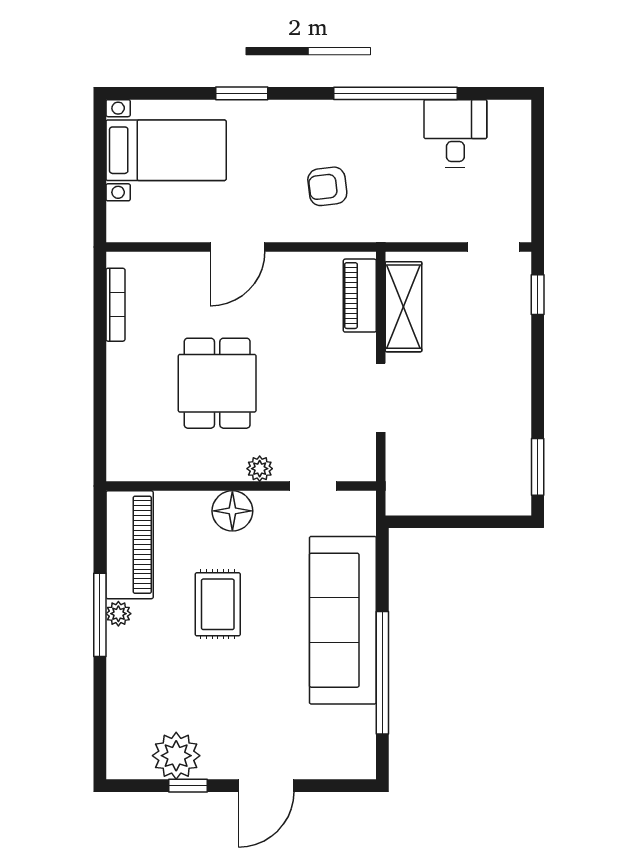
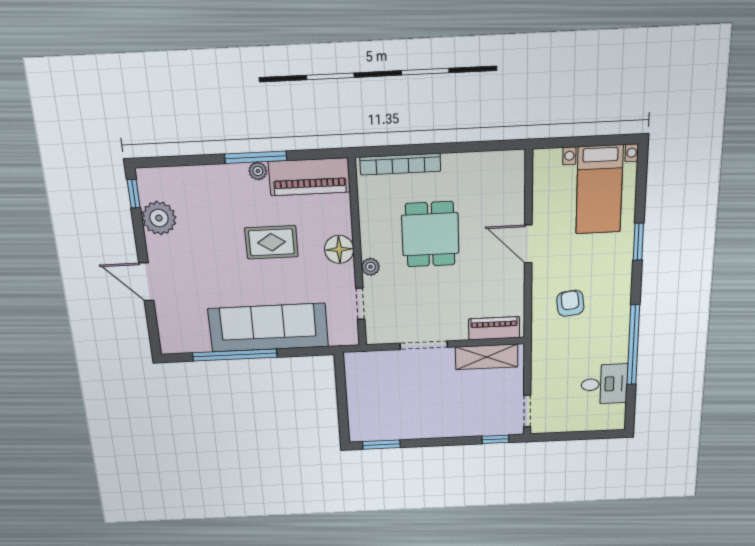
bookcase: (115, 305) -> (400, 164), moved, width x1.48, depth x1.31
dining table: (217, 383) -> (430, 234), turned 90
window: (188, 786) -> (134, 194), moved

